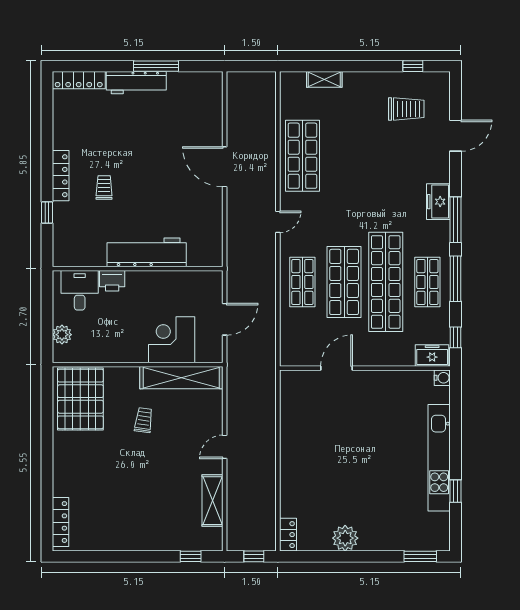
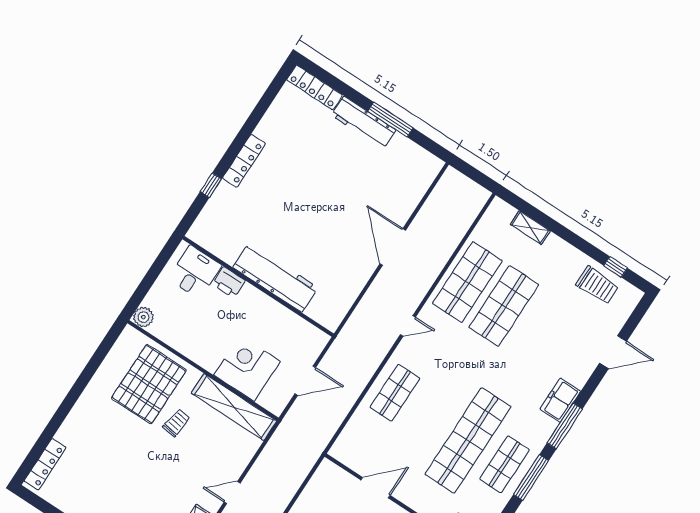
trolley: (406, 109) -> (597, 285), moved
trolley: (104, 187) -> (275, 196), removed
shop shelf: (344, 282) -> (504, 306), moved
plant: (62, 335) -> (143, 317), moved
pallet: (80, 399) -> (149, 384), moved

